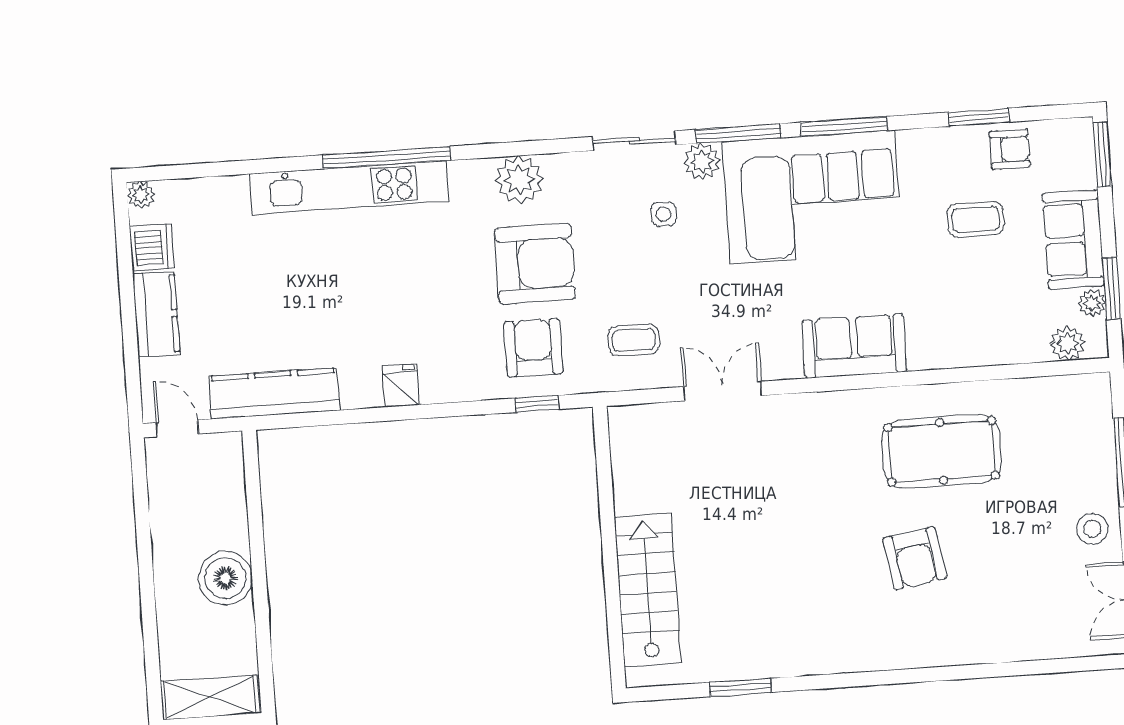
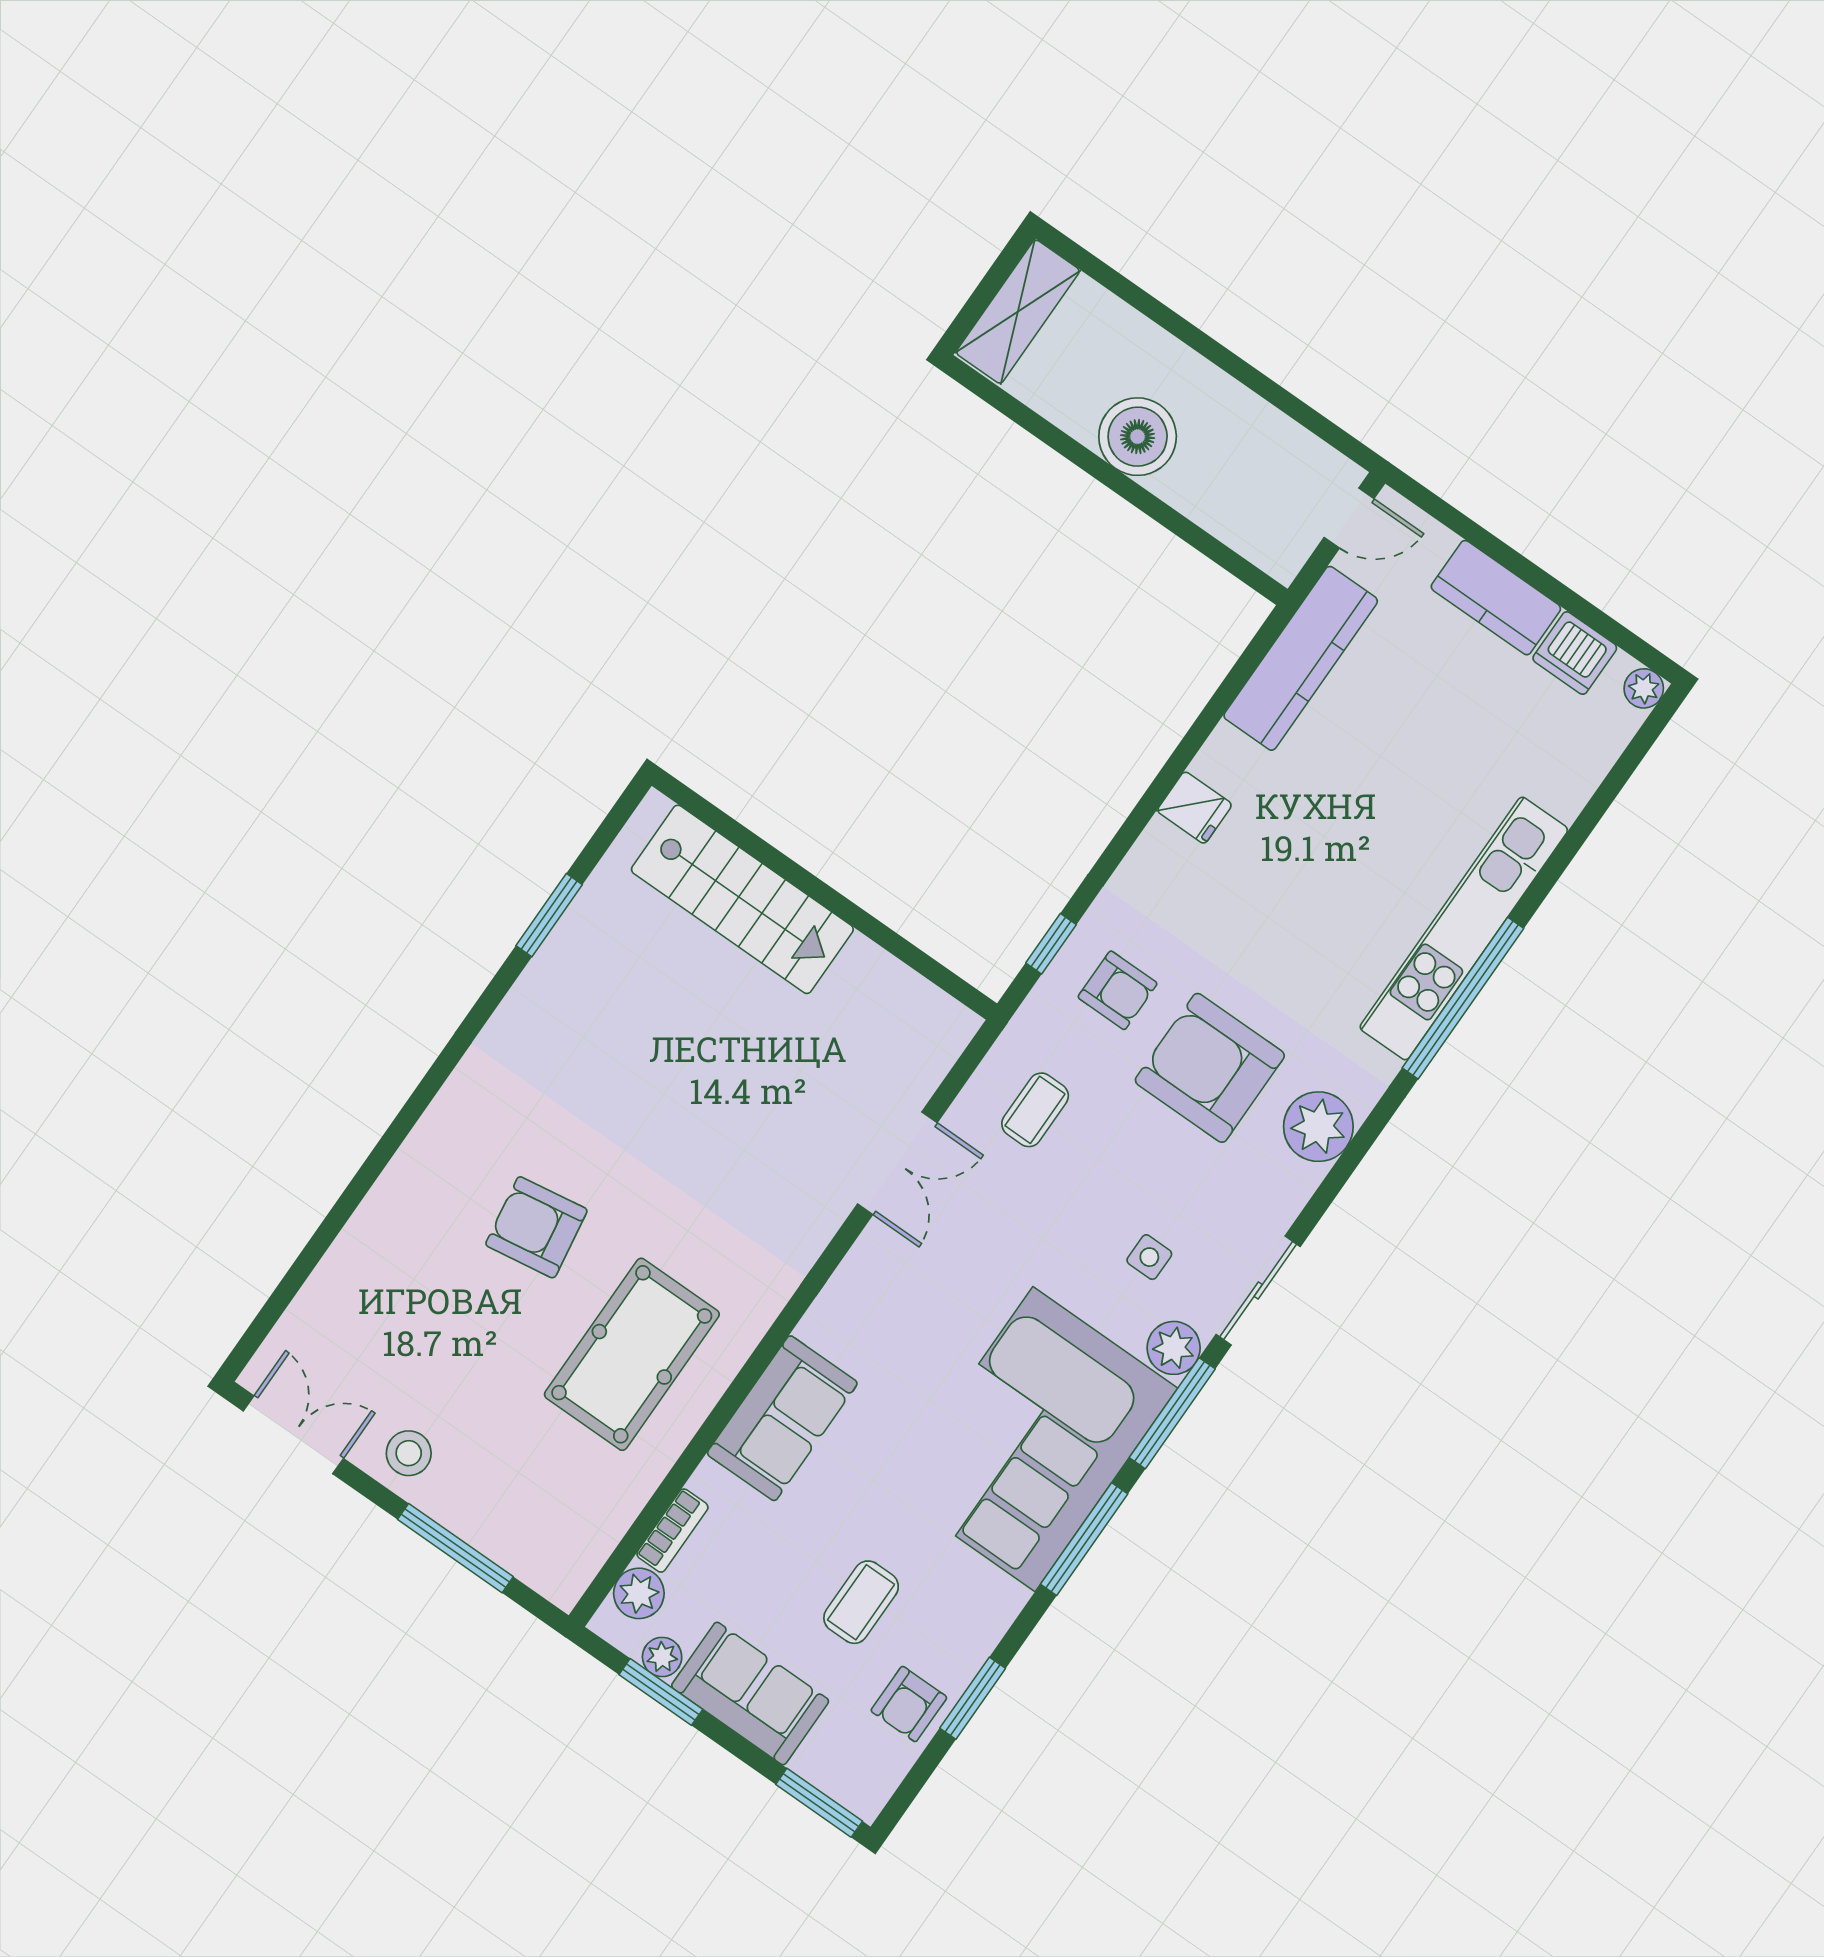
armchair: (535, 264) -> (1210, 1068), turned 90
sofa: (854, 346) -> (782, 1418), moved
armchair: (533, 348) -> (1118, 990), width x0.72, depth x0.72
bookcase: (1019, 353) -> (672, 1531), added

